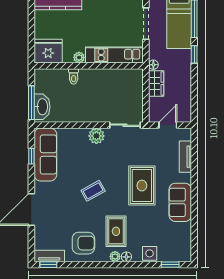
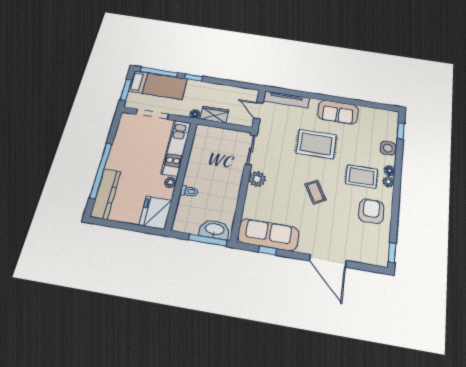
tv unit: (185, 157) -> (286, 99), width x1.41
tv unit: (49, 256) -> (383, 250), removed

